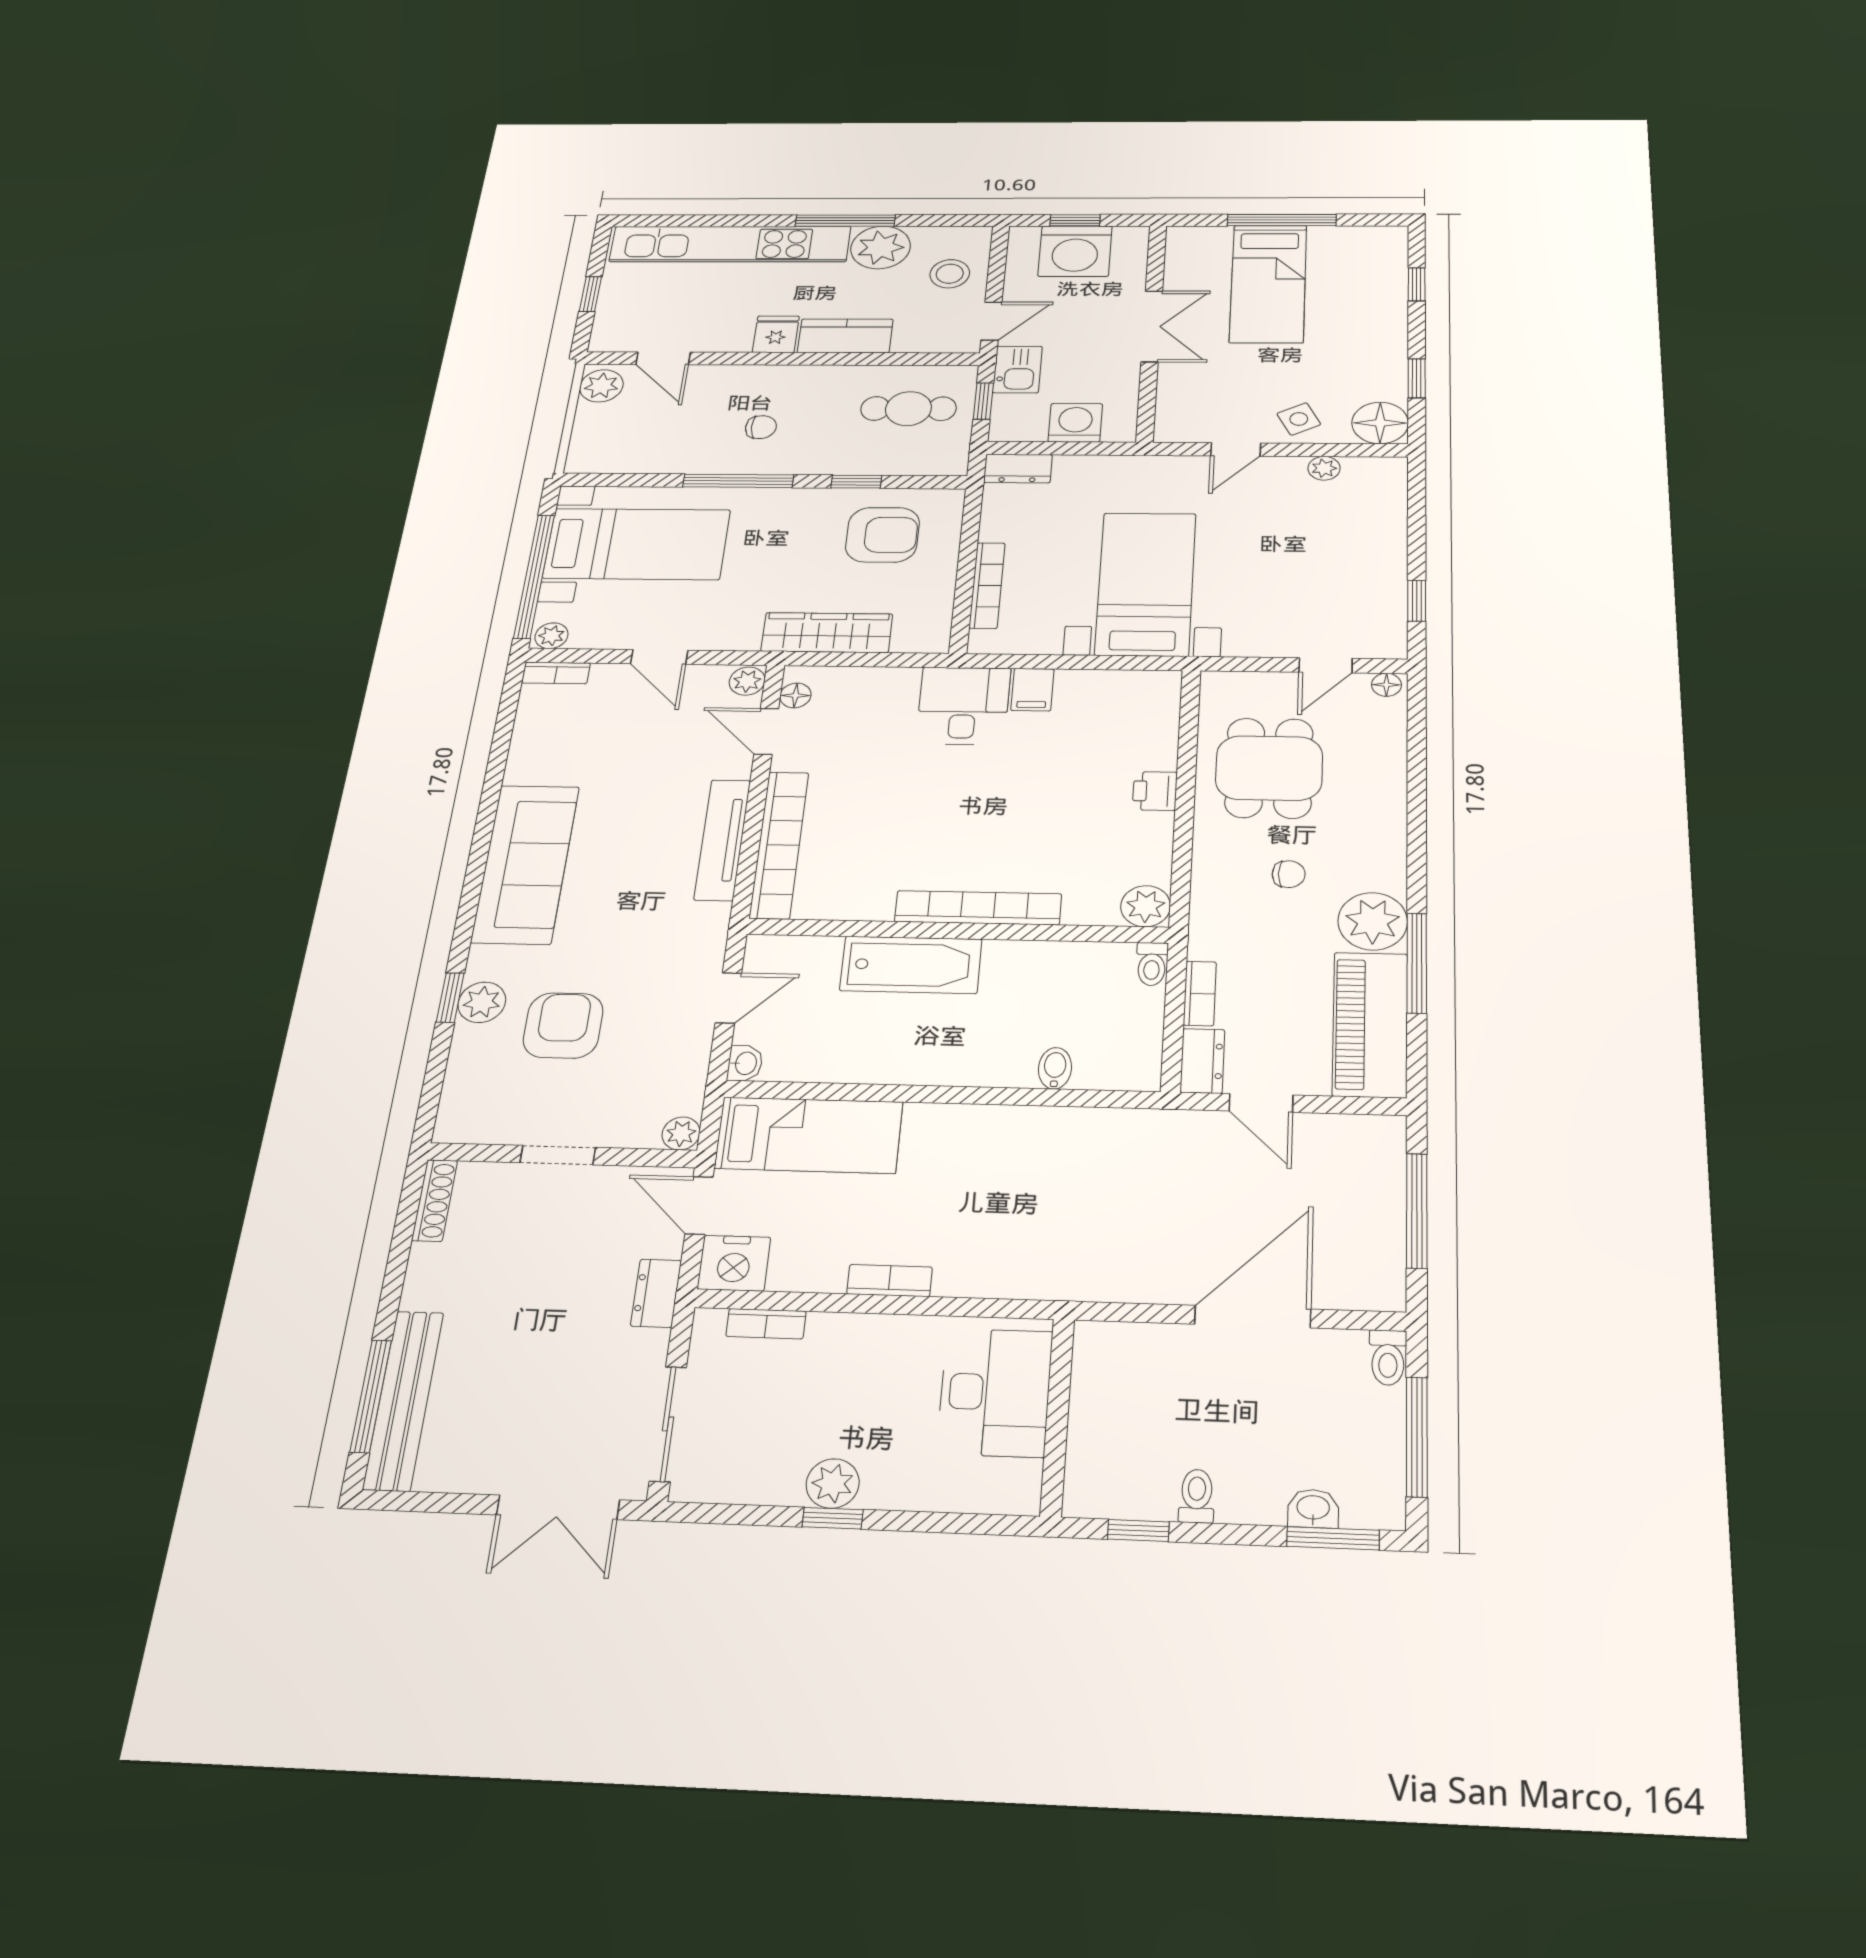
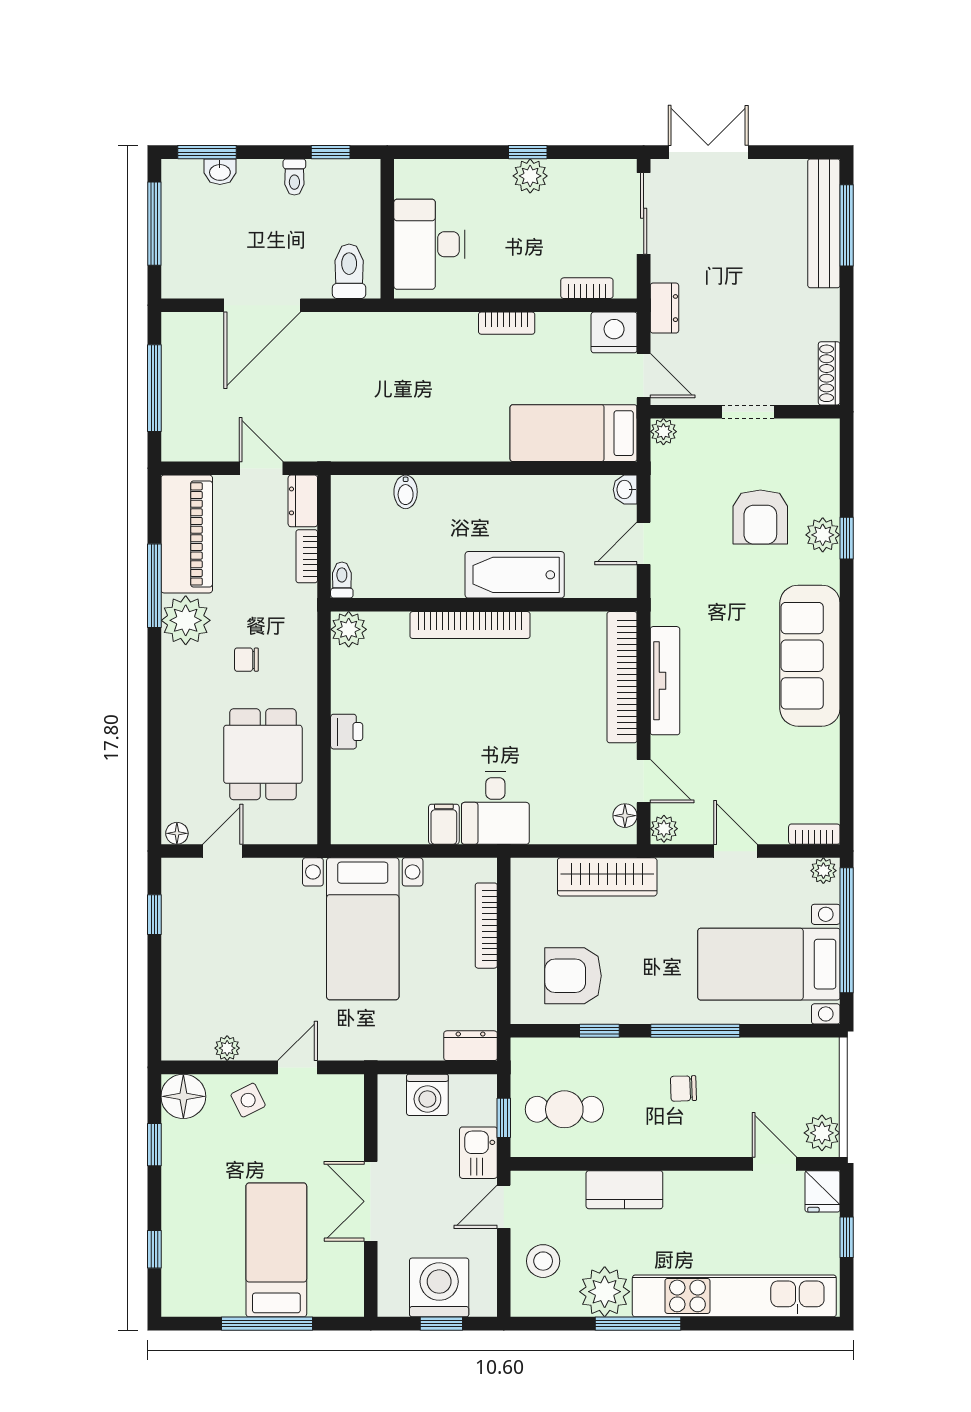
fridge: (776, 334) -> (822, 1191), moved
toilet: (1388, 1358) -> (349, 271), moved, width x1.37, depth x1.39

